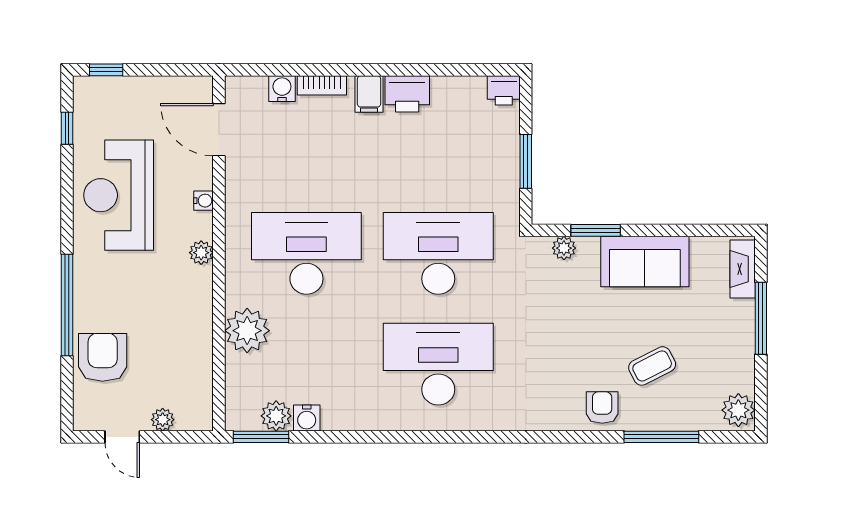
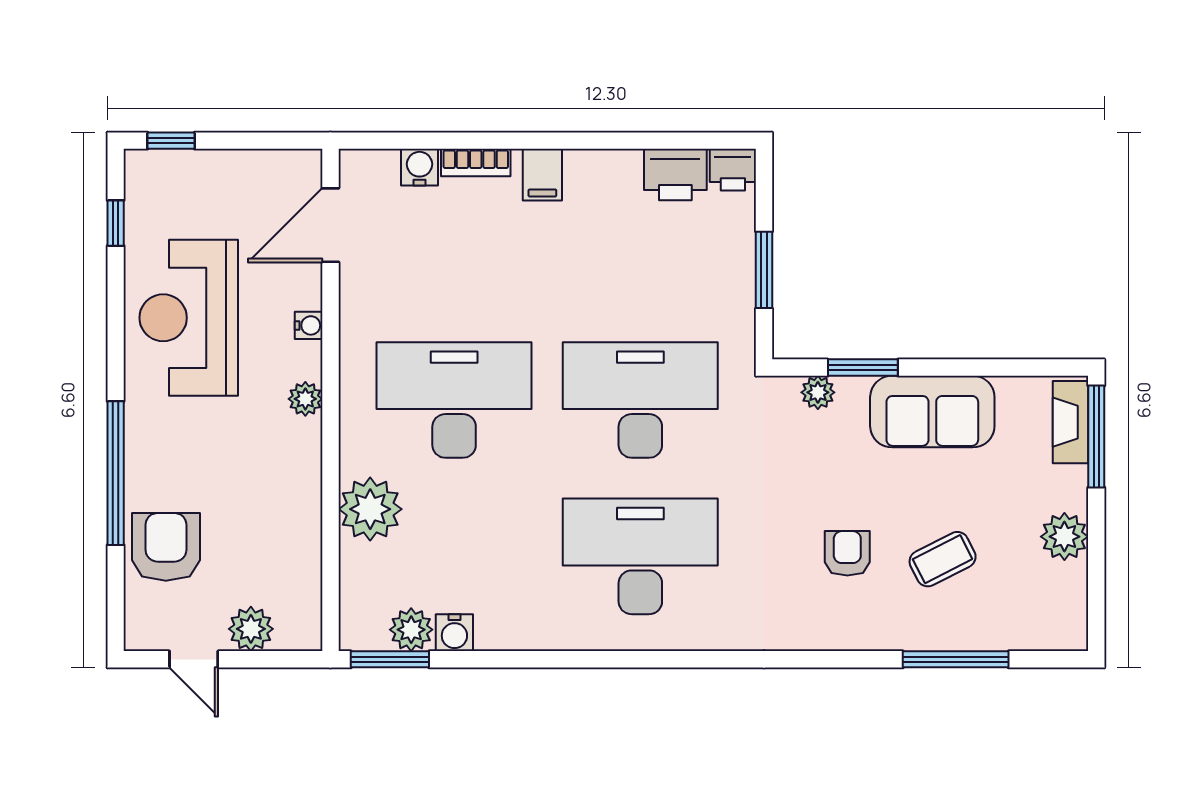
printer: (407, 94) -> (675, 175), moved
door: (219, 130) -> (330, 225), hinge flipped
window: (761, 318) -> (1096, 437), moved
armchair: (602, 408) -> (847, 553), moved
plant: (738, 410) -> (1064, 537), moved
plant: (163, 420) -> (251, 629), width x1.38, depth x1.38

